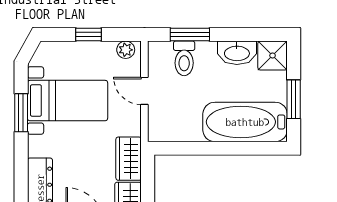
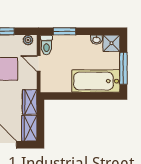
washbasin: (237, 53) -> (96, 40), width x0.52, depth x0.69
toilet: (184, 58) -> (46, 45), moved
window: (294, 99) -> (123, 68), width x1.44

